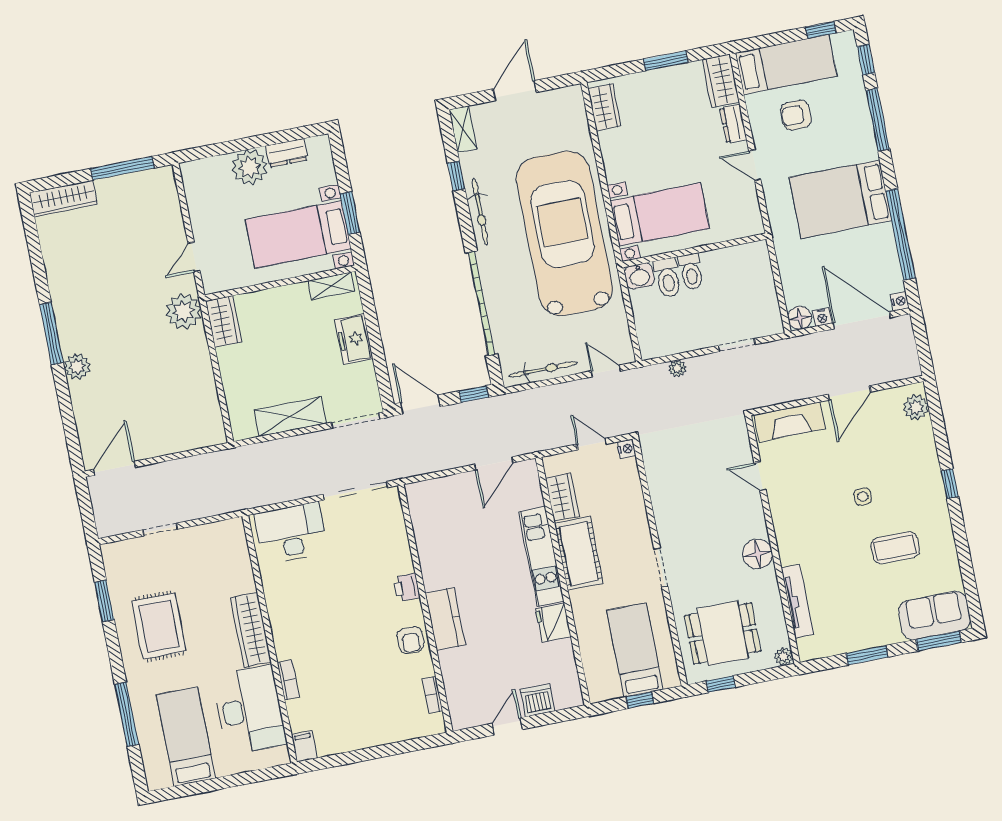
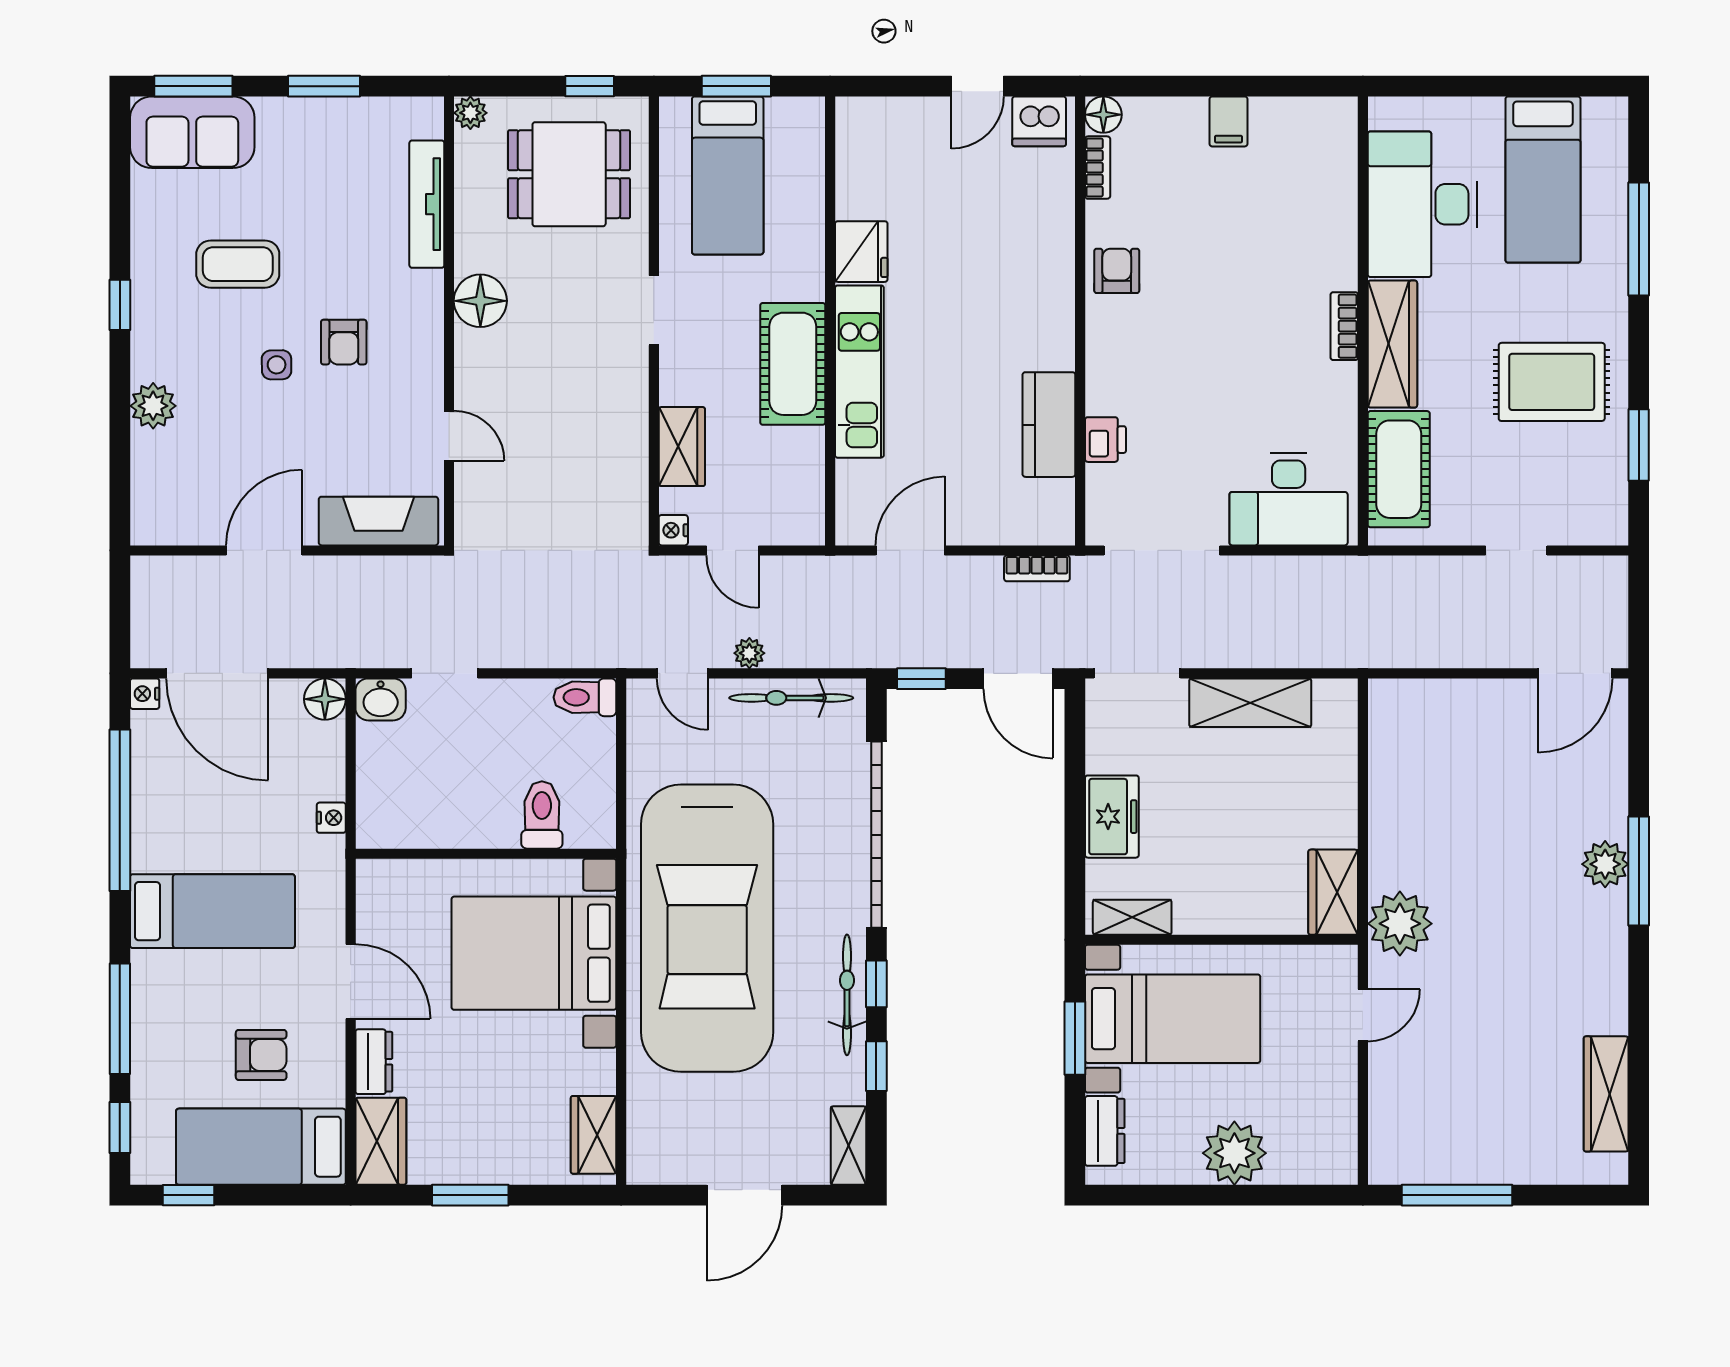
dresser: (287, 153) -> (1105, 1131), moved, turned 90
door: (755, 165) -> (351, 981), width x1.38
wardrobe: (63, 199) -> (1606, 1094), moved, turned -90
bed: (841, 199) -> (212, 911), width x0.67
bed with nightstands: (660, 215) -> (534, 953), width x1.36
window: (465, 221) -> (876, 984), added
toilet: (691, 272) -> (585, 697), moved, turned -90
washbasin: (639, 276) -> (381, 699), moved, turned 180
nightstand: (822, 317) -> (331, 818), moved, turned 90
window: (51, 334) -> (1639, 871), moved
plant: (677, 368) -> (749, 653), moved
plant: (916, 407) -> (153, 406), moved
bookcase: (422, 467) -> (1037, 568), added
window: (950, 484) -> (120, 305), moved
wardrobe: (562, 497) -> (682, 447), moved, turned 180
armchair: (828, 516) -> (344, 342), added
cot: (234, 561) -> (1399, 469), added
printer: (407, 587) -> (1105, 440), moved
kitchen counter: (445, 619) -> (1049, 425), moved
rug: (159, 626) -> (1552, 382), turned 90
bookcase: (288, 680) -> (1344, 326), moved
dishwasher: (537, 700) -> (1039, 121), moved
window: (640, 700) -> (736, 86), width x1.50
floor lamp: (435, 724) -> (1103, 115), added
filing cabinet: (304, 746) -> (1229, 121), moved

